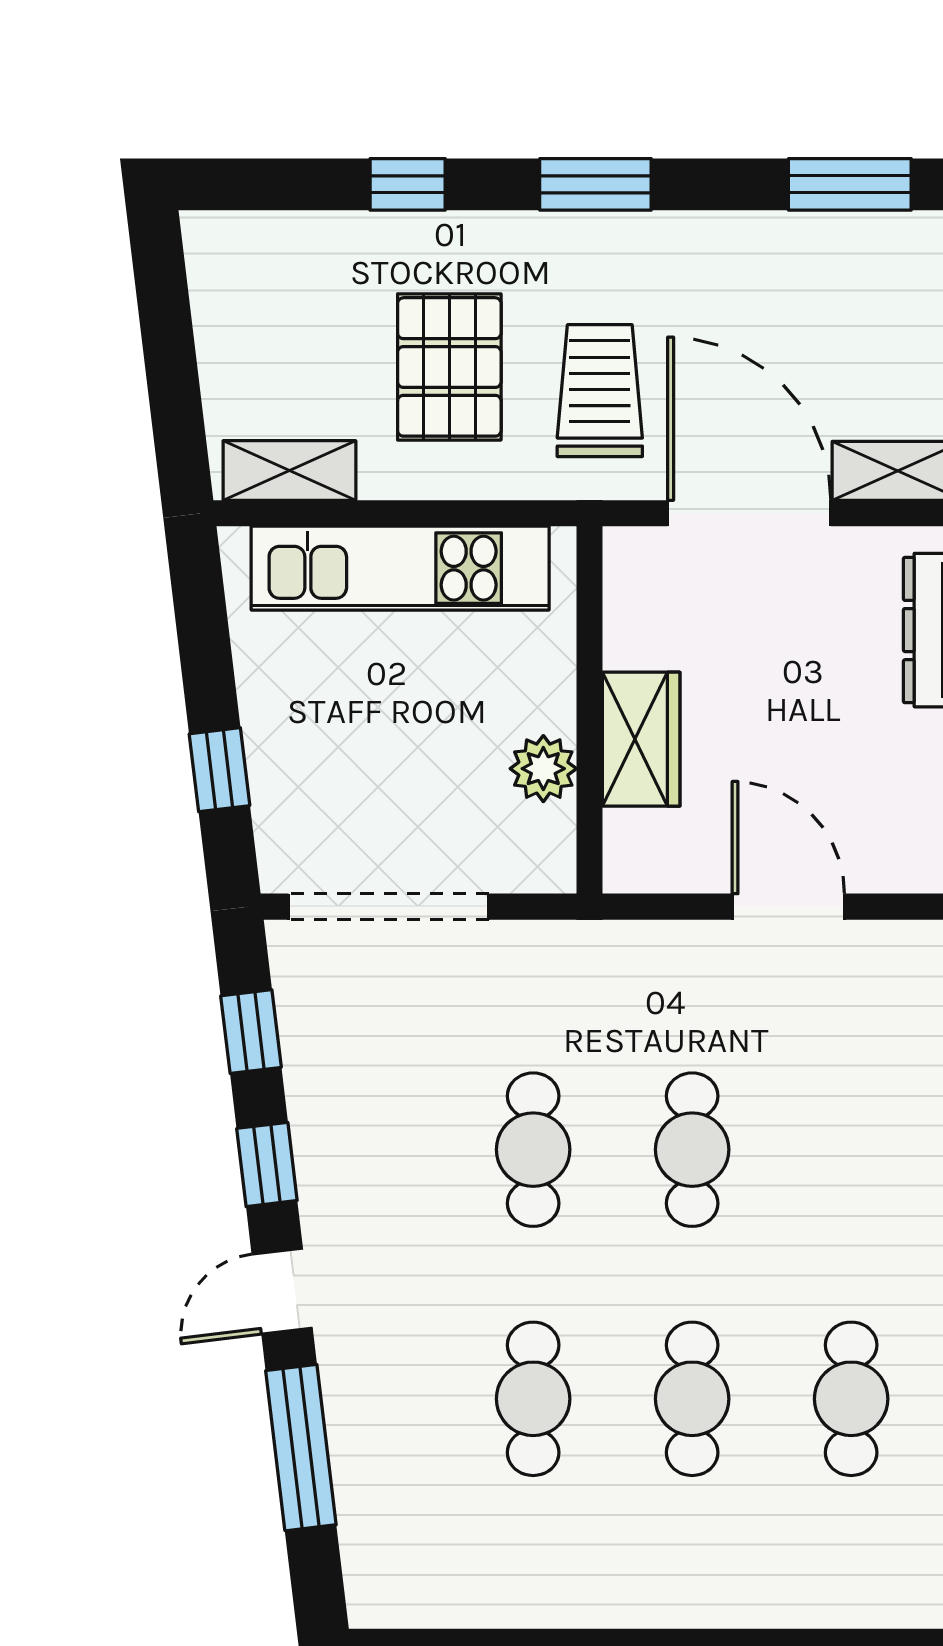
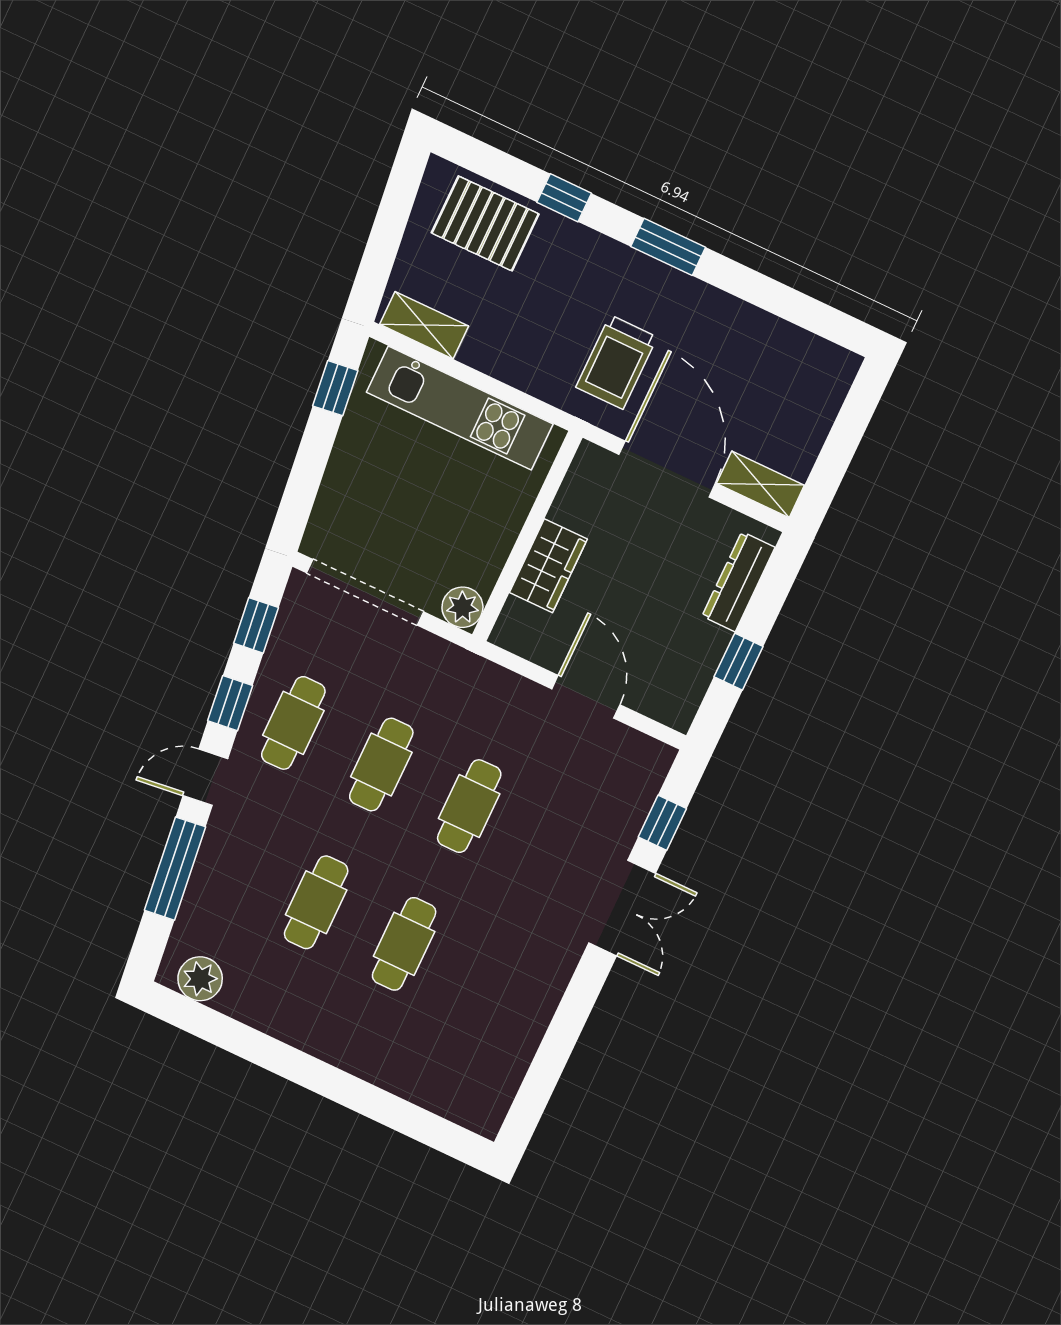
window: (850, 184) -> (809, 313), removed
pallet: (449, 367) -> (485, 223), moved, turned 90
trolley: (600, 391) -> (617, 362), turned 180
plant: (543, 769) -> (462, 607), moved
window: (220, 770) -> (335, 388), moved
cafe table: (851, 1399) -> (293, 723), moved
plant: (415, 1593) -> (200, 979), added

